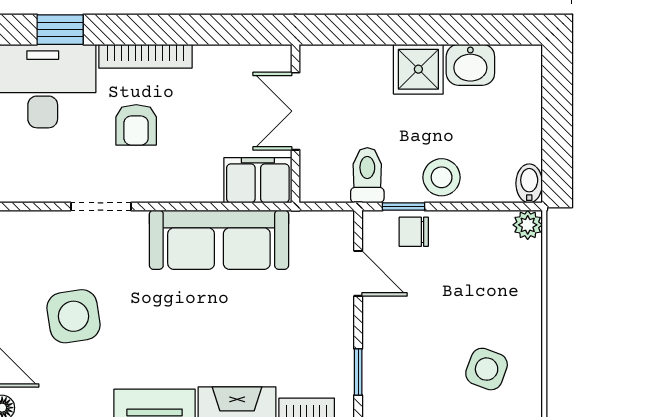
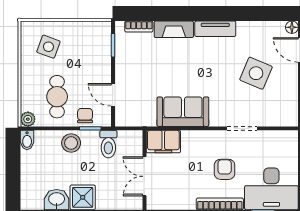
double door: (295, 111) -> (144, 176), swing flipped
chair: (414, 232) -> (85, 116), turned -90
sofa: (219, 240) -> (183, 112), width x0.73
cafe table: (469, 270) -> (57, 97), added
side table: (73, 316) -> (256, 73), turned 32

